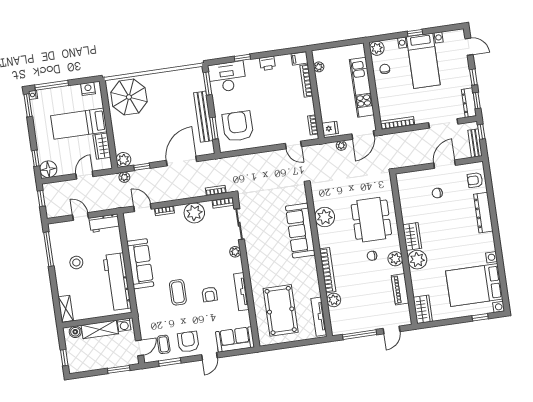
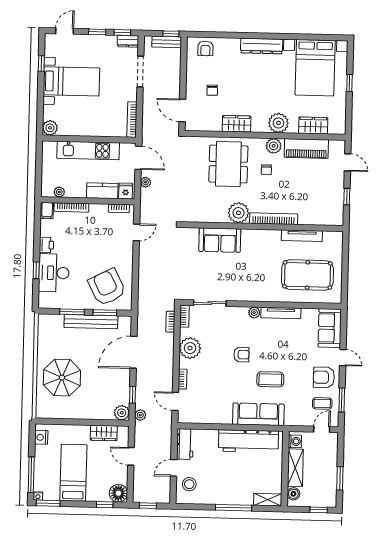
window: (415, 33) -> (41, 63), moved
chair: (385, 69) -> (73, 123), removed
desk: (227, 77) -> (54, 273), moved
window: (207, 83) -> (72, 312), moved
parasol: (129, 97) -> (62, 378), moved
dresser: (469, 103) -> (128, 41), width x0.70
kitchen counter: (327, 107) -> (102, 191), added
bed: (79, 124) -> (73, 473), moved, turned 180
armchair: (238, 126) -> (107, 287), turned 63
window: (481, 132) -> (171, 34), moved
door: (181, 161) -> (134, 352), hinge flipped
door: (445, 164) -> (182, 110), moved
door: (142, 208) -> (175, 401), hinge flipped
dresser: (483, 213) -> (262, 46), moved
plant: (325, 217) -> (238, 213), moved
dining table: (371, 220) -> (228, 164), turned 90
sofa: (300, 231) -> (220, 240), width x0.73
wardrobe: (412, 237) -> (237, 124), moved
window: (49, 249) -> (234, 508), moved
plant: (235, 252) -> (254, 313), moved
stool: (76, 263) -> (189, 484), moved
sofa: (140, 264) -> (258, 414), moved
piano: (400, 289) -> (306, 148), width x1.37, depth x1.33
armchair: (210, 294) -> (241, 355), moved
plant: (334, 300) -> (306, 218), removed
wardrobe: (423, 309) -> (313, 125), moved
tv unit: (319, 317) -> (302, 236), moved
window: (480, 317) -> (350, 83), moved
window: (360, 335) -> (347, 197), width x0.46
door: (140, 348) -> (322, 429), hinge flipped
window: (119, 369) -> (340, 478), moved

